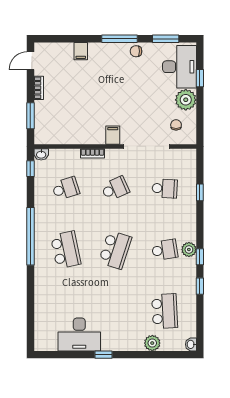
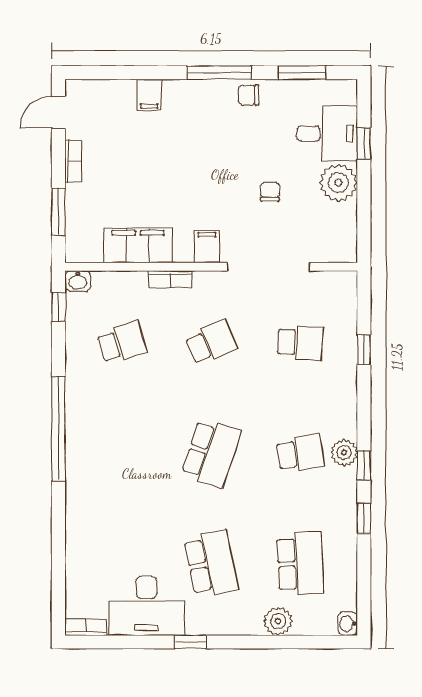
desk: (179, 67) -> (327, 134), width x0.73
chair: (176, 125) -> (270, 192), moved
filing cabinet: (75, 135) -> (138, 245), added
school desk: (66, 250) -> (211, 564), moved
bookcase: (46, 346) -> (86, 627), added

